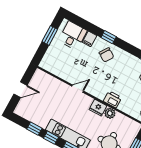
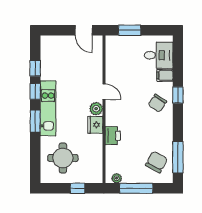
window: (50, 35) -> (130, 30), moved
door: (20, 90) -> (84, 30), moved
plant: (110, 113) -> (96, 109), moved

